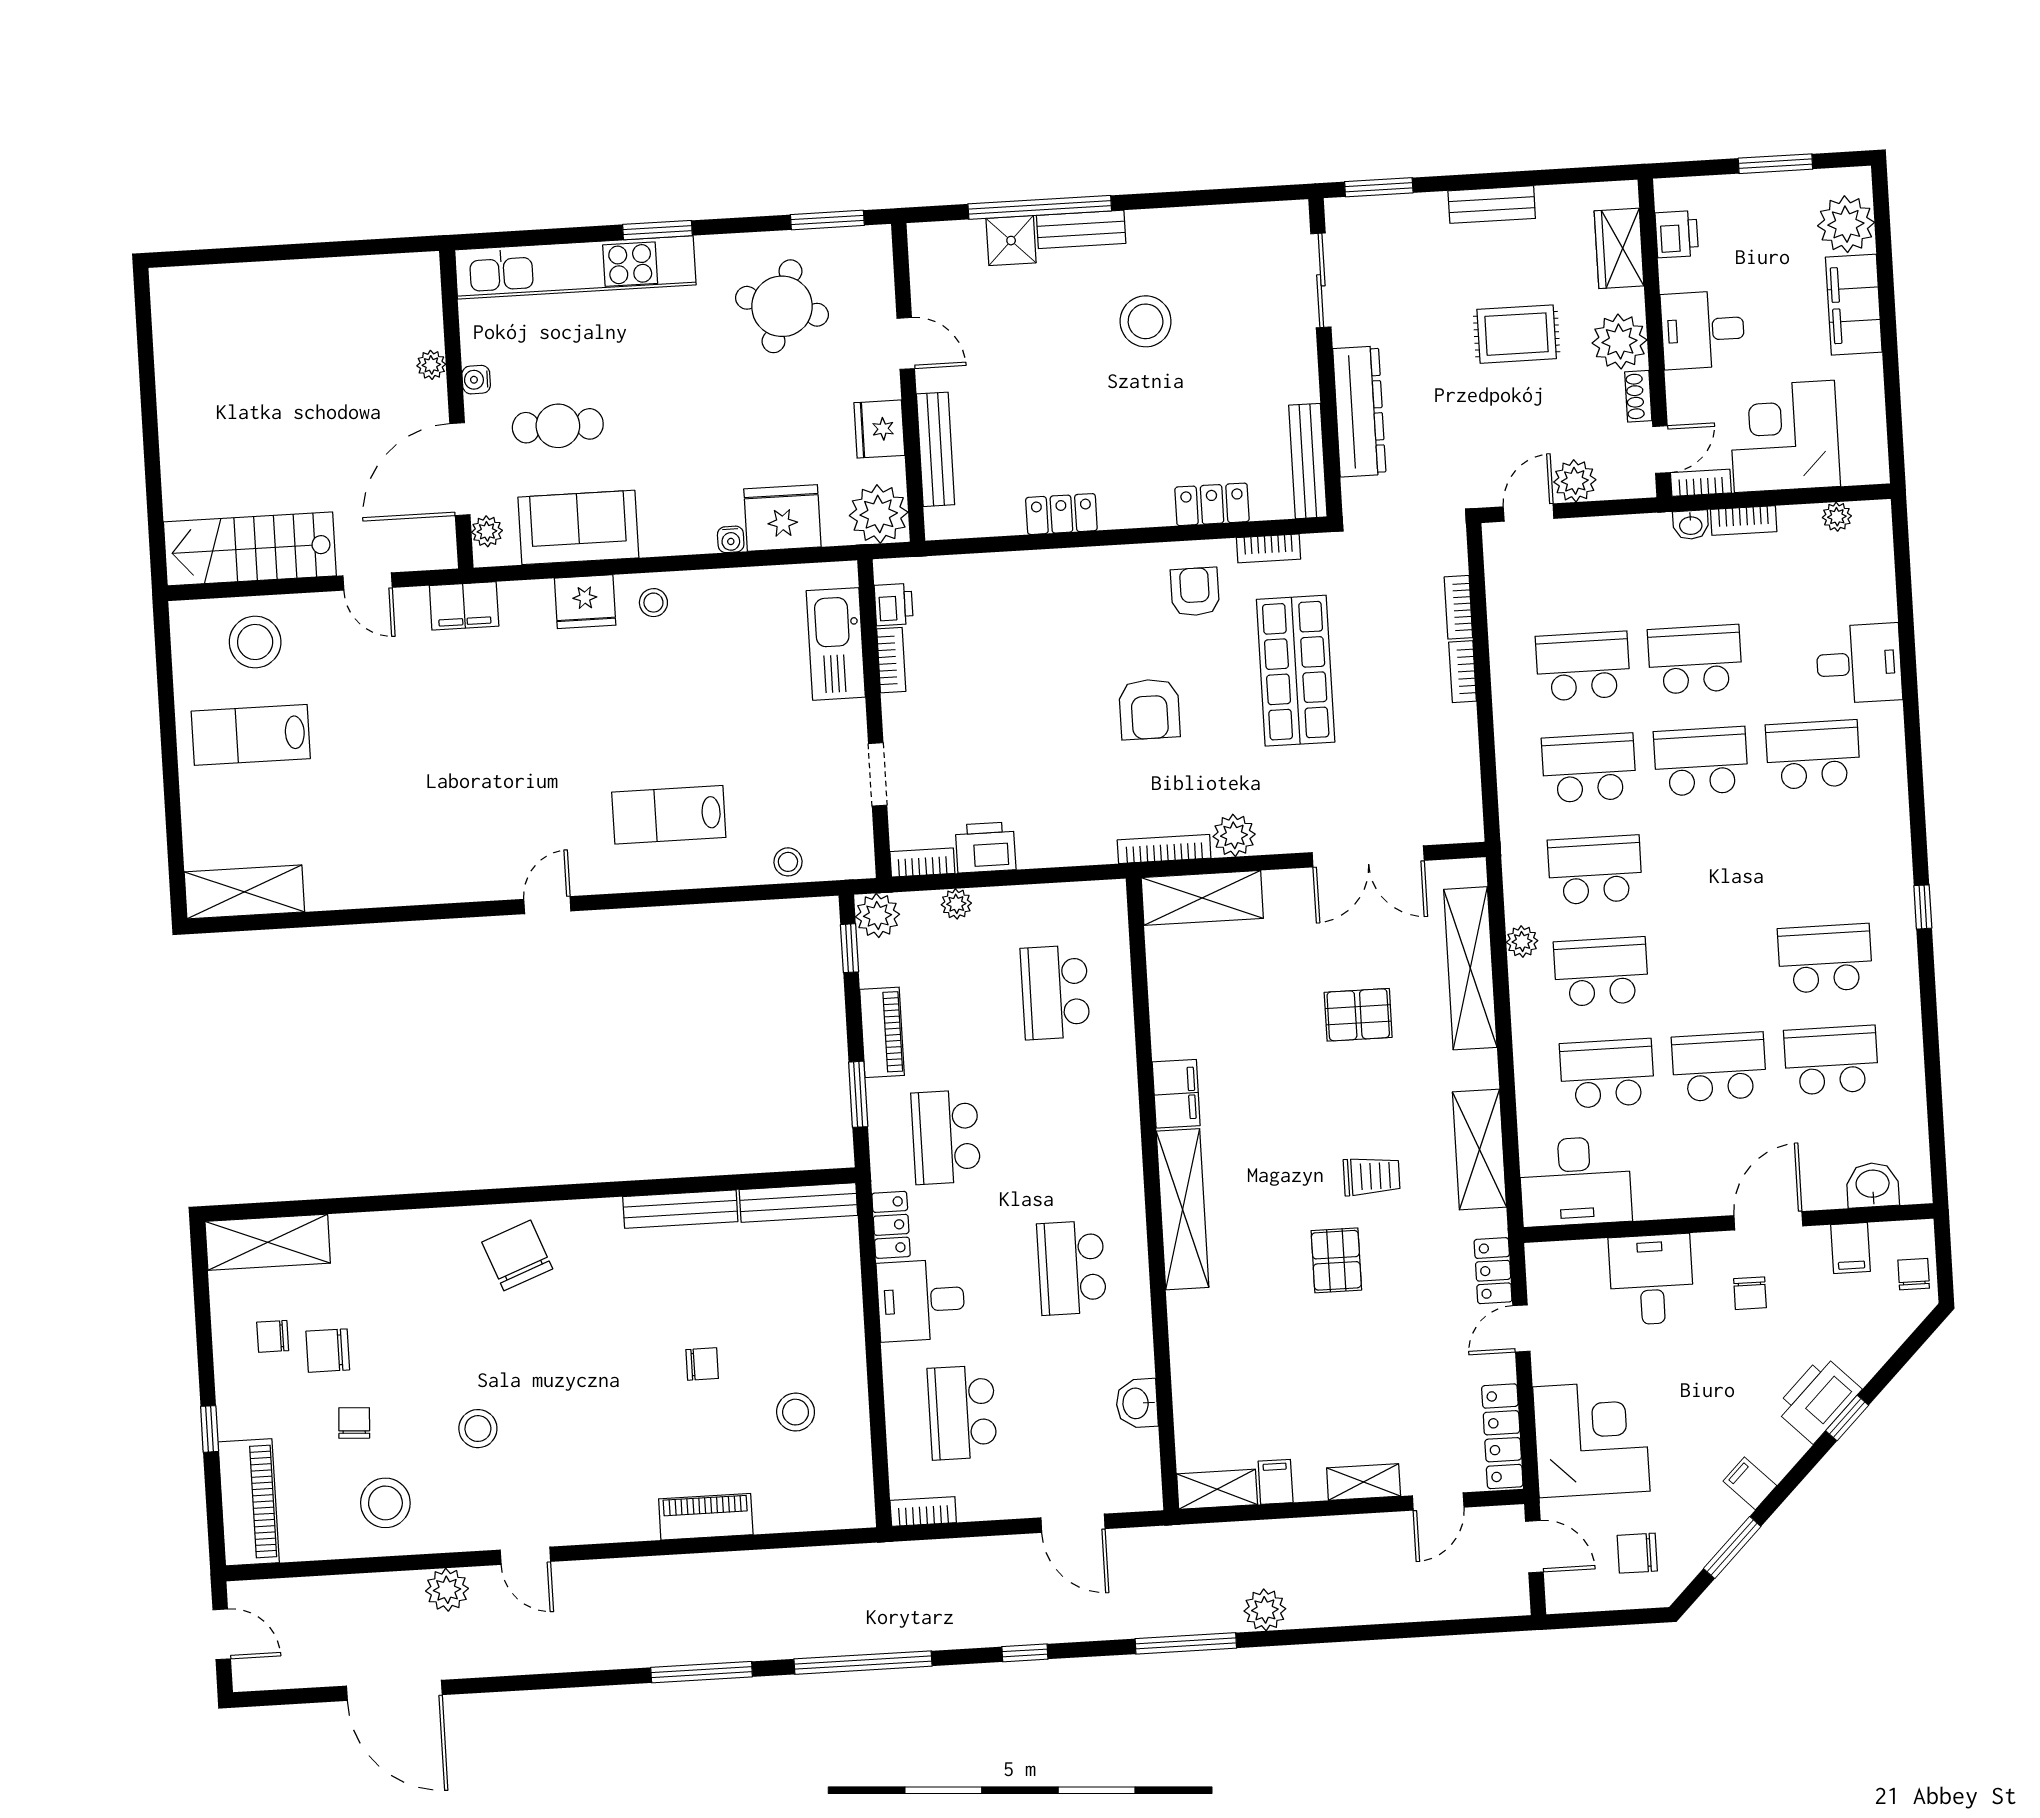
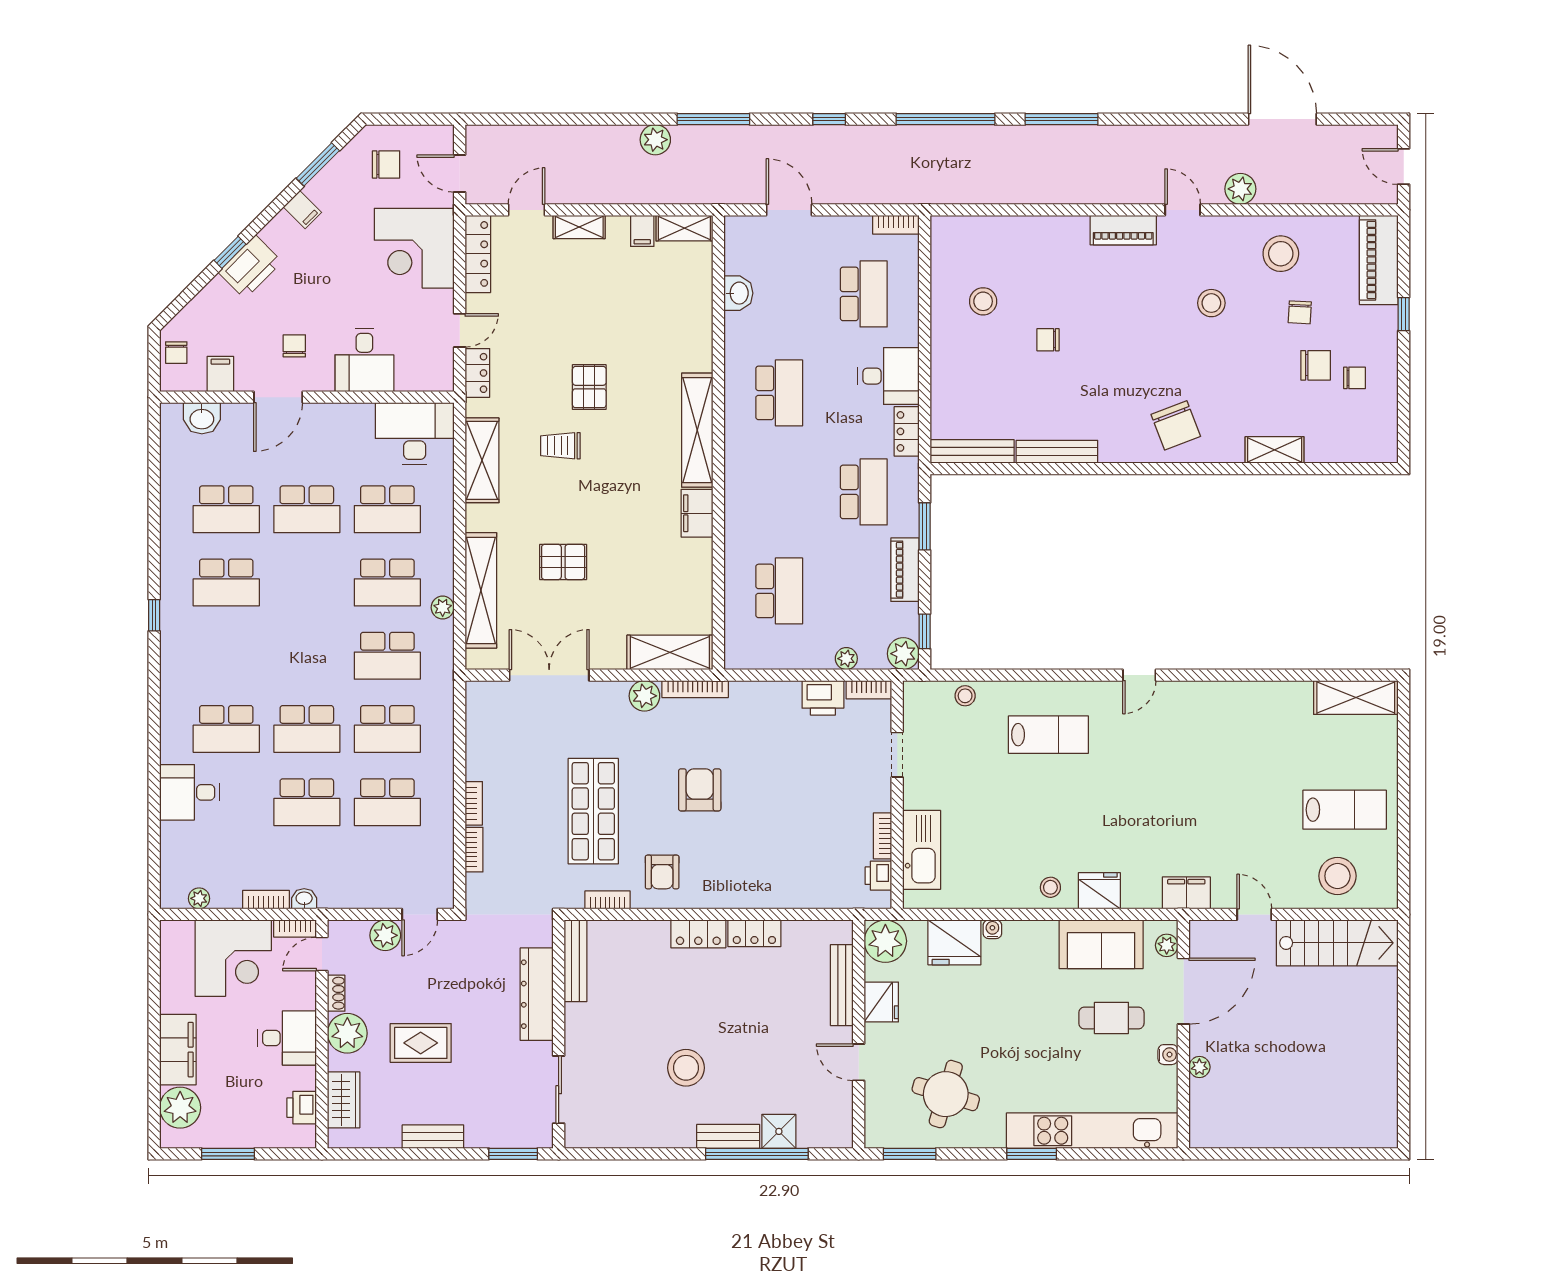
locker: (1212, 504) -> (698, 934), moved
shelving: (268, 1242) -> (1275, 450), moved, width x0.67, depth x0.75
piano: (706, 1517) -> (1123, 230), moved

